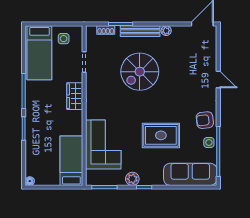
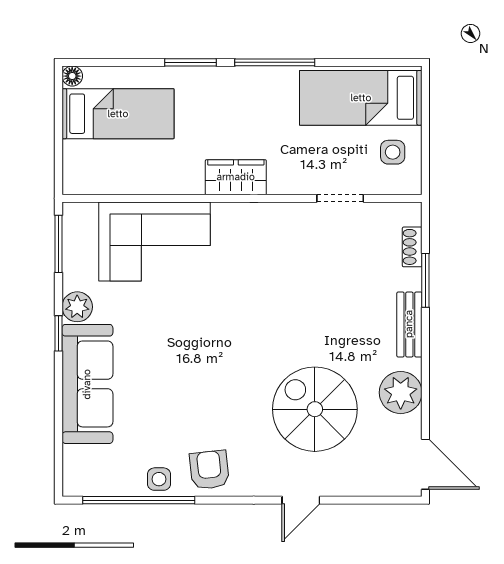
bench: (140, 31) -> (409, 324), width x0.73
plant: (166, 31) -> (401, 393), width x1.87, depth x1.87
spiral stairs: (140, 72) -> (315, 409), moved
wardrobe: (75, 96) -> (236, 177), moved
rug: (161, 135) -> (175, 371), removed
bed: (71, 161) -> (118, 114), moved
sofa: (190, 174) -> (87, 384), moved

